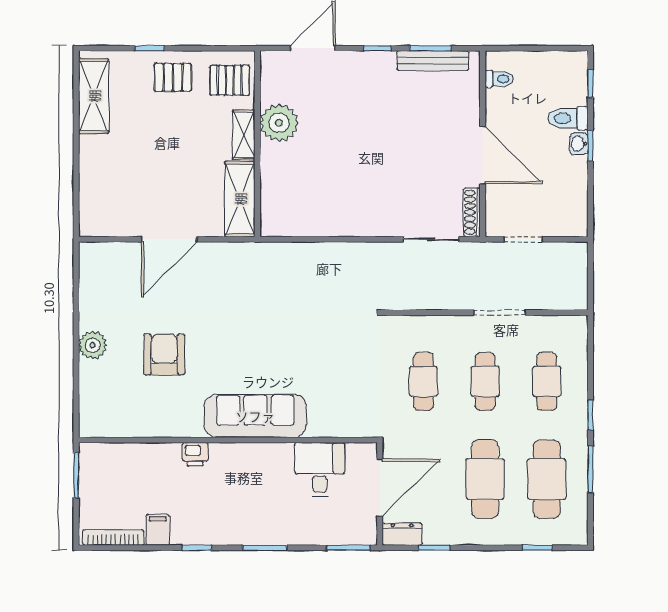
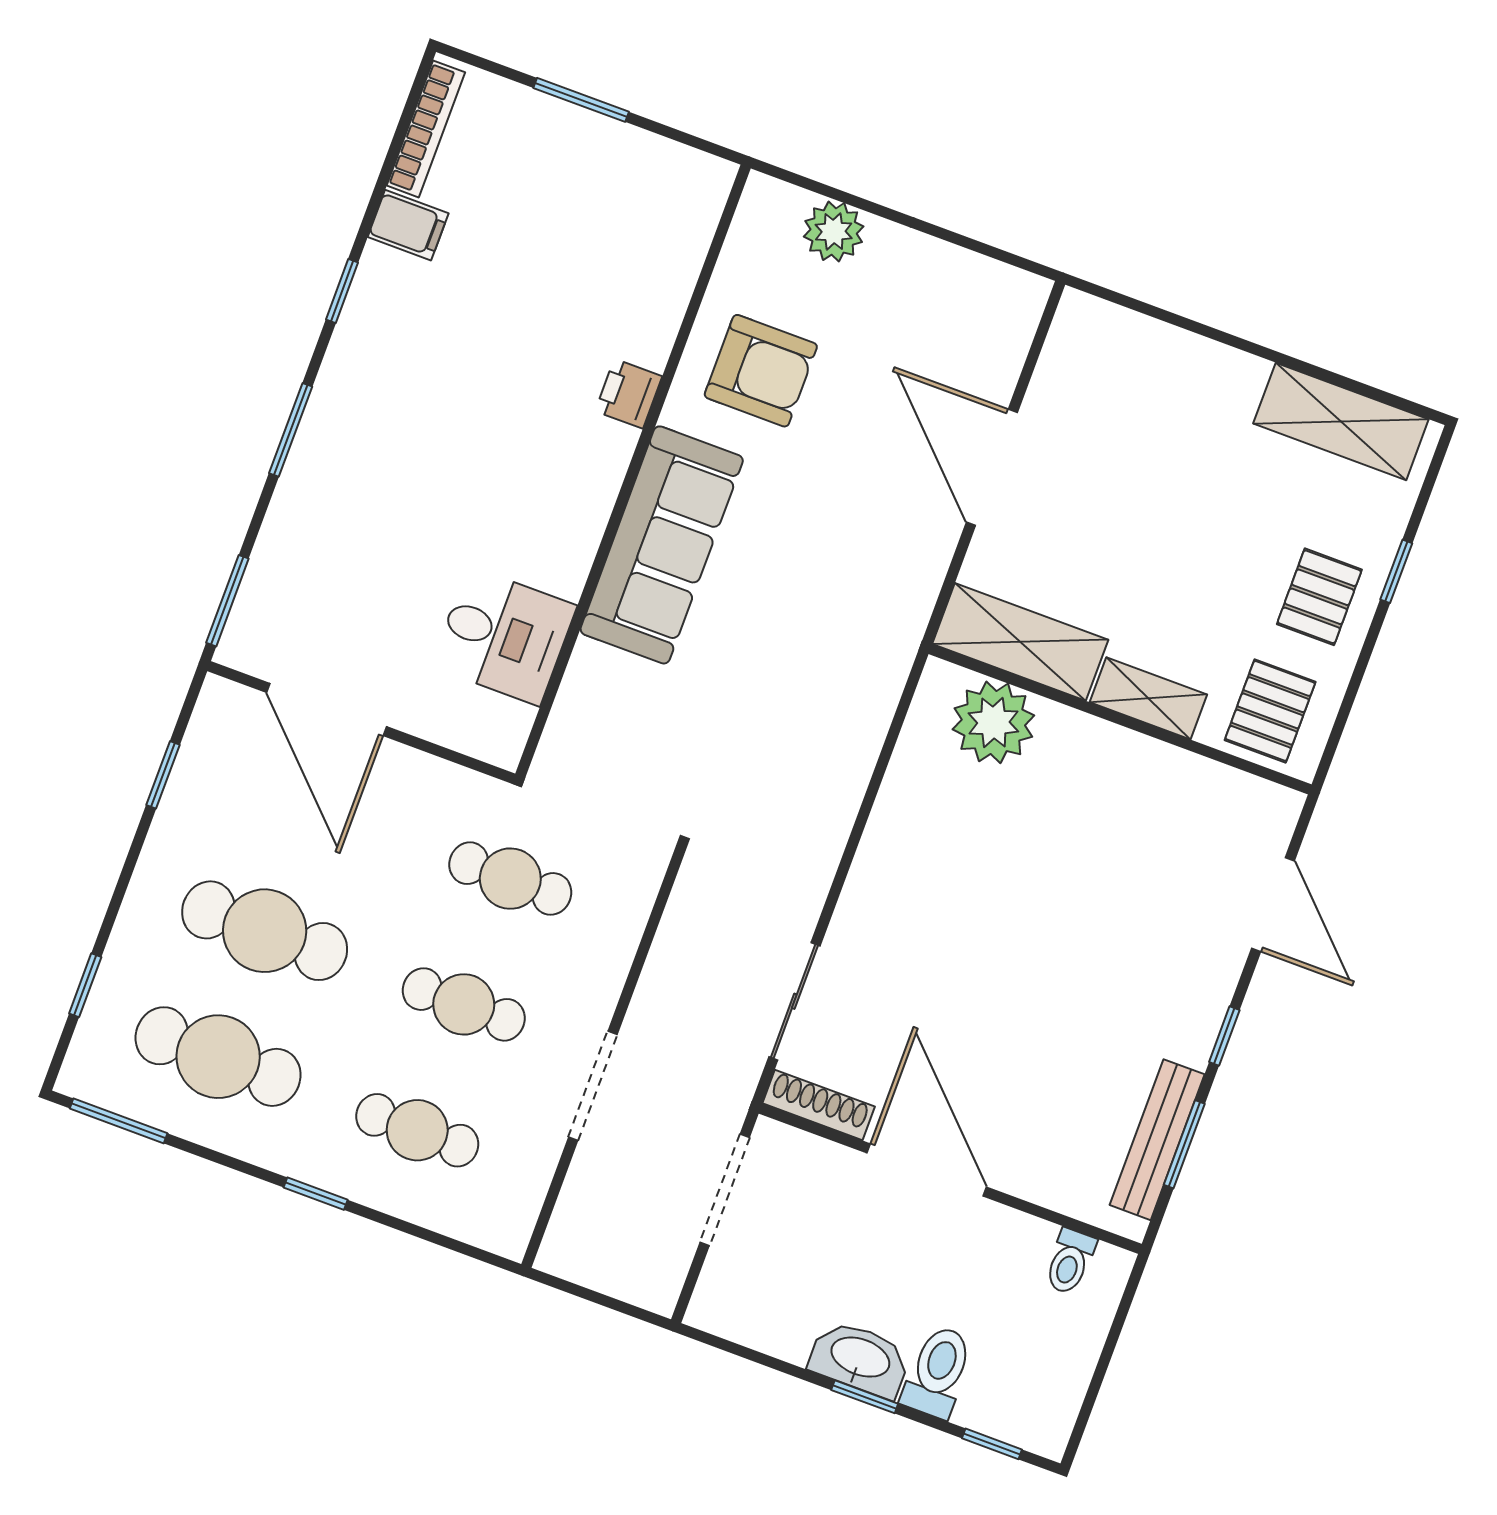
plant: (279, 123) -> (993, 722), moved
washbasin: (579, 144) -> (860, 1359), width x1.91, depth x1.45
door: (483, 155) -> (927, 1170), swing flipped
doorway: (523, 239) -> (725, 1190), width x1.38
sofa: (255, 416) -> (662, 545), moved
wall: (228, 440) -> (633, 471), moved
printer: (195, 454) -> (629, 394), moved
desk: (320, 469) -> (504, 636), moved
window: (590, 469) -> (119, 1121), moved
dresser: (402, 534) -> (215, 720), removed

